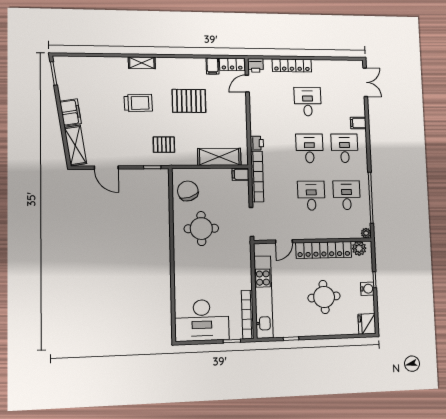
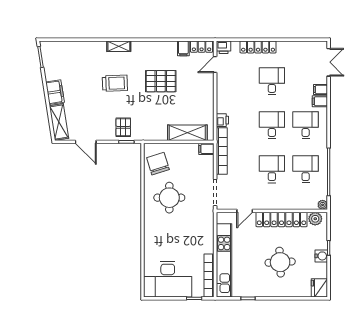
filing cabinet: (358, 111) -> (320, 90), added
pallet: (164, 145) -> (123, 127), moved, turned 90

